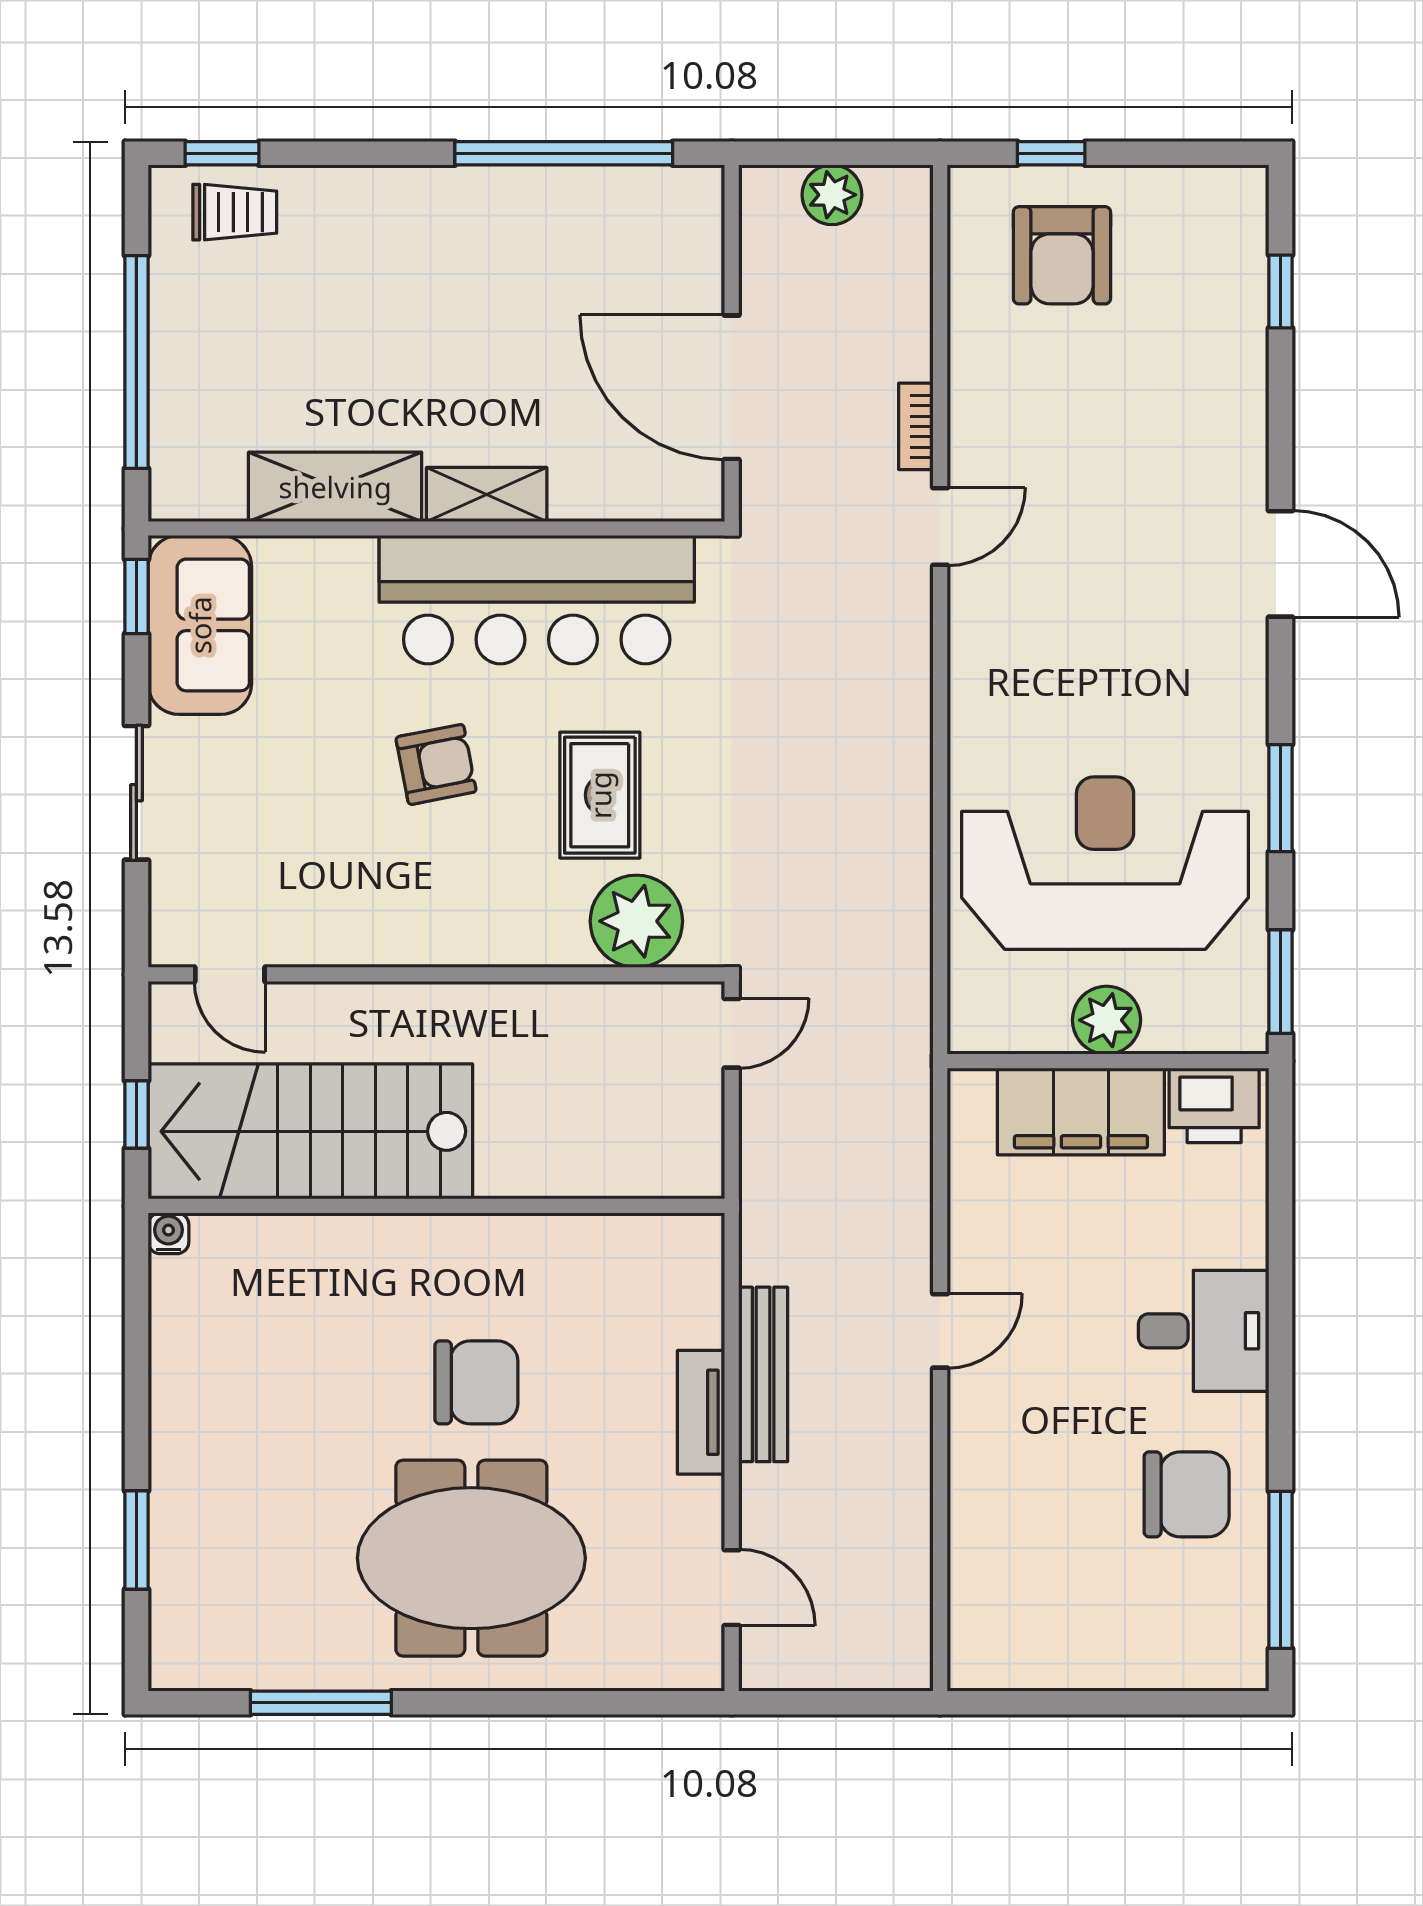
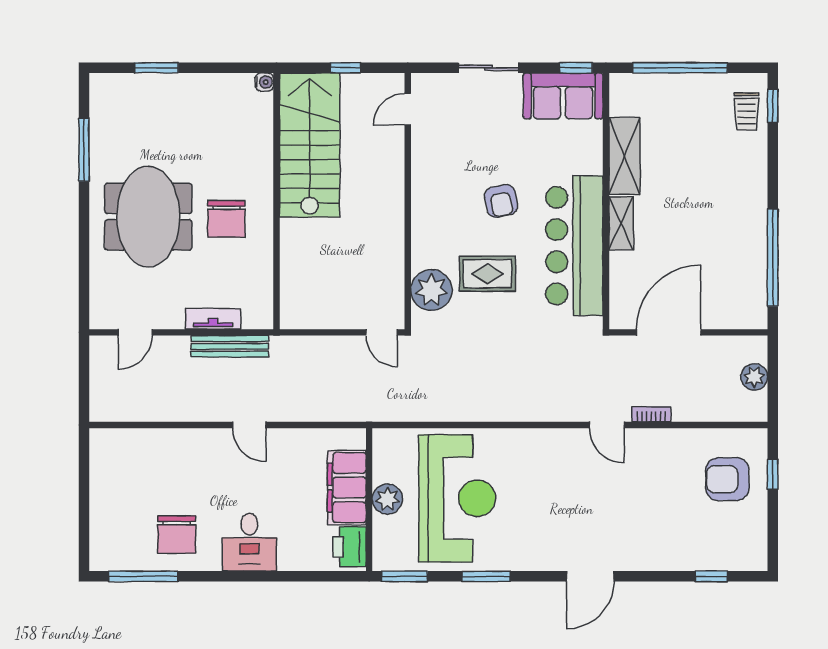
stairs: (310, 1131) -> (310, 145), moved
wall: (436, 1206) -> (277, 201), moved
water cooler: (168, 1233) -> (264, 82), moved

